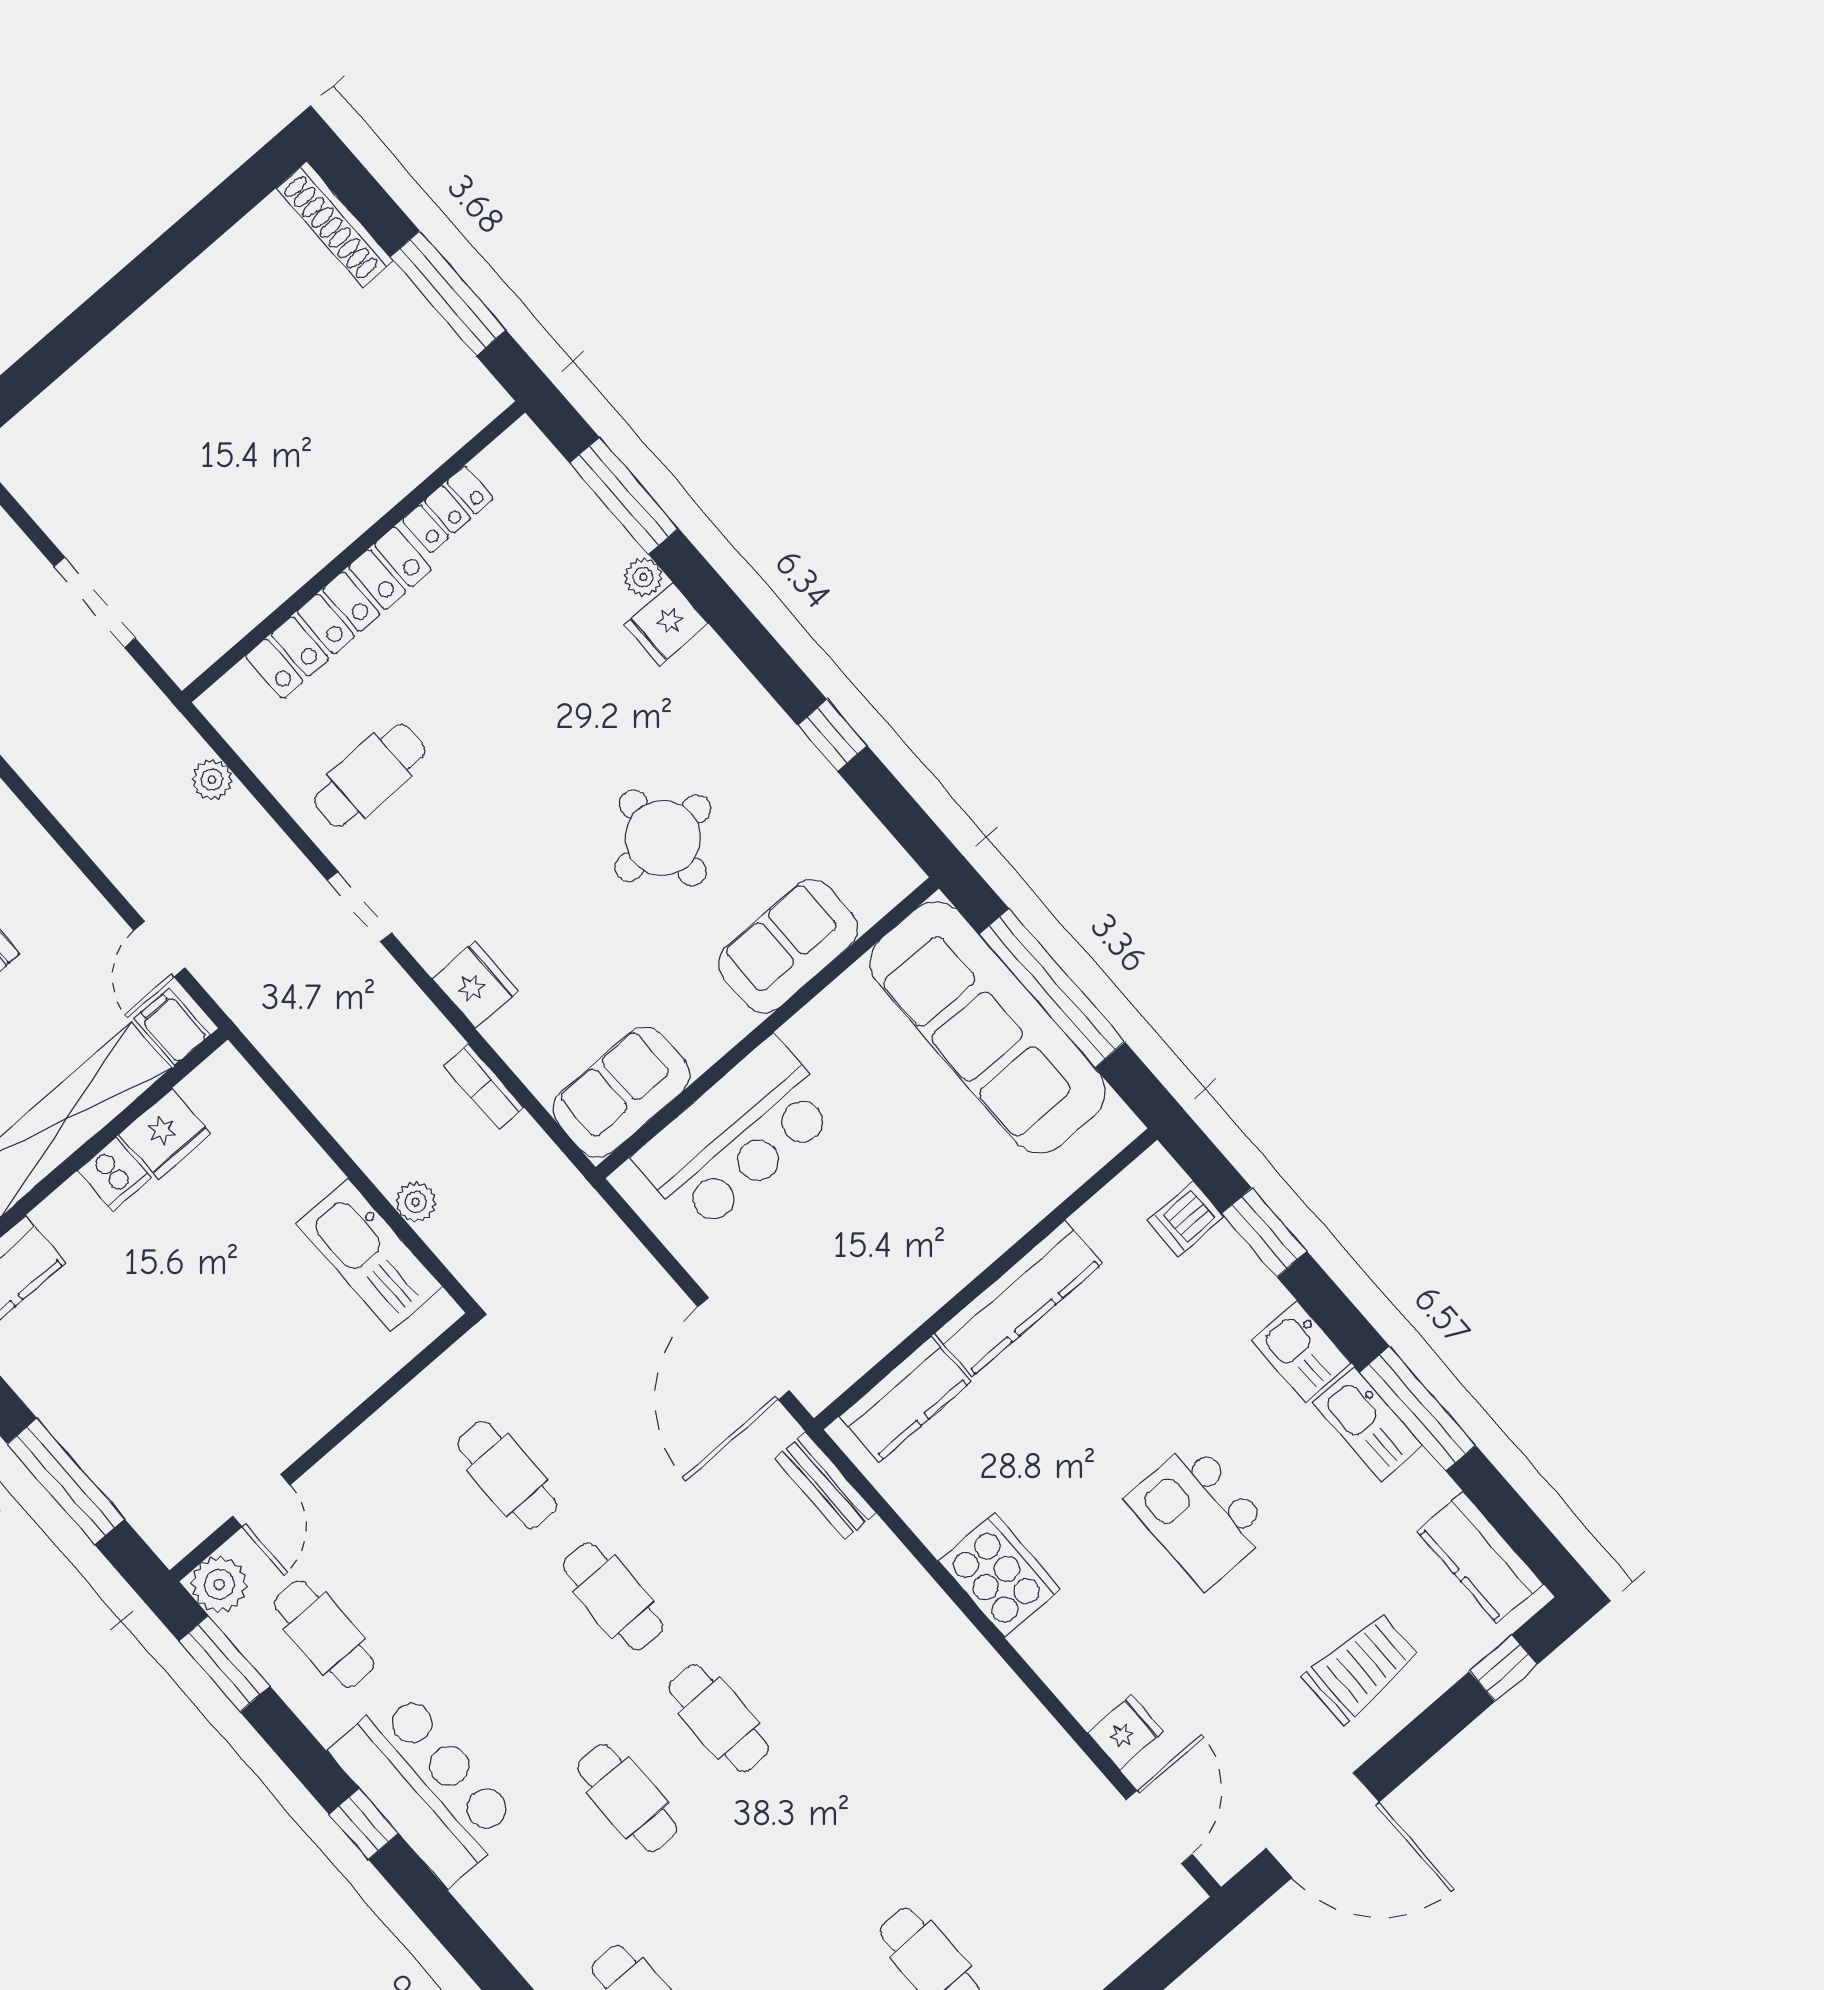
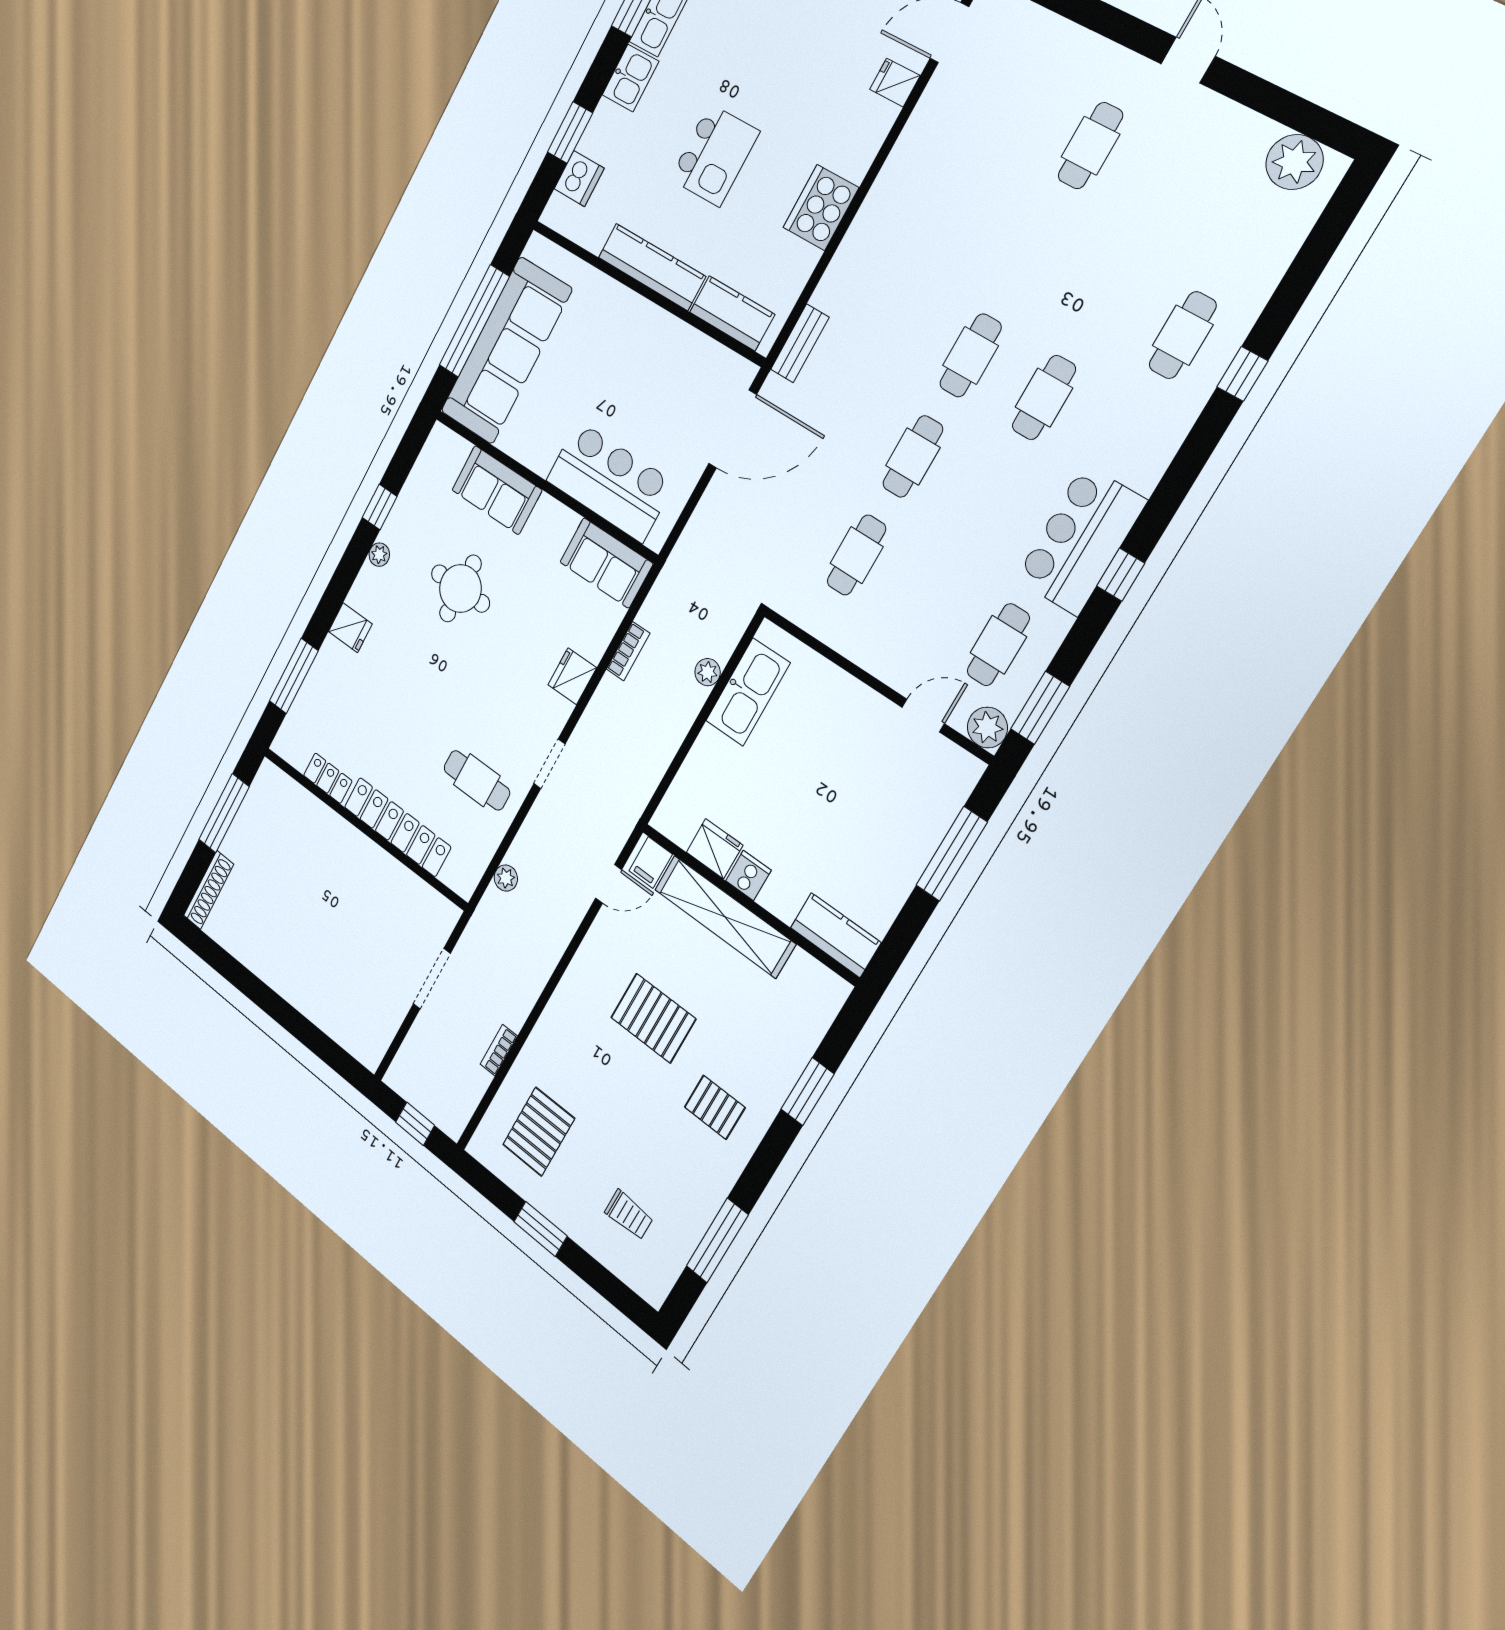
plant: (643, 577) -> (379, 555), moved
dishwasher: (1186, 1219) -> (579, 179), width x1.38
kitchen island: (1199, 1514) -> (714, 155), moved

